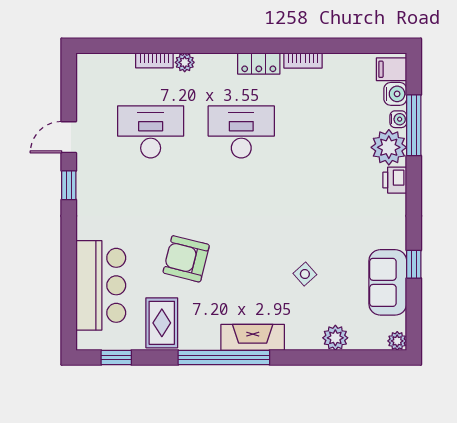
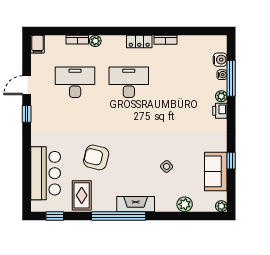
filing cabinet: (392, 69) -> (38, 44), moved, turned -90
plant: (389, 147) -> (221, 96), width x0.53, depth x0.53

